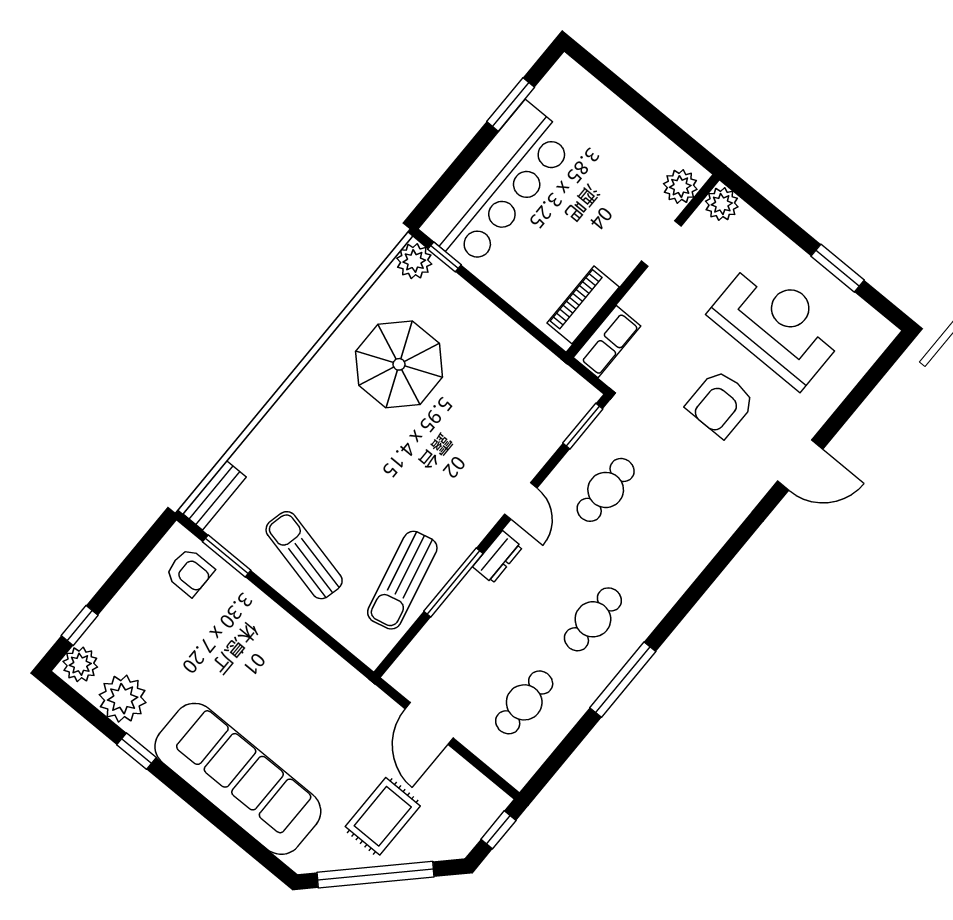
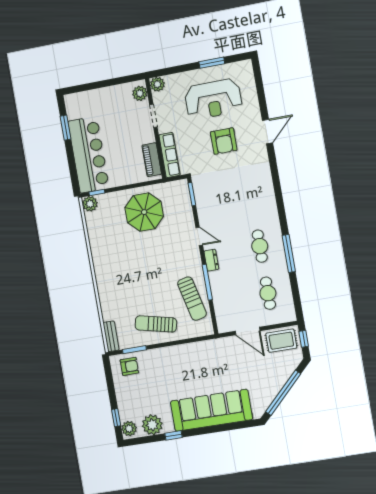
reception desk: (777, 324) -> (213, 99), turned 180
row of seats: (607, 342) -> (169, 155), width x1.48
parasol: (399, 364) -> (144, 212), moved
cafe table: (606, 490) -> (220, 205), removed
rug: (383, 816) -> (281, 341), moved, turned 90

